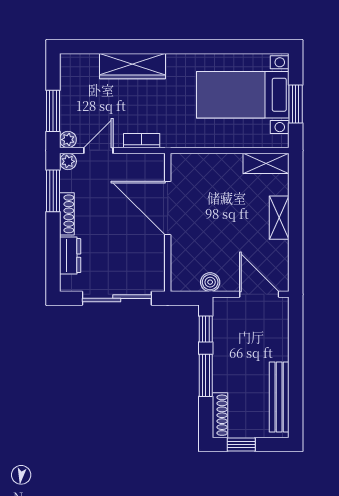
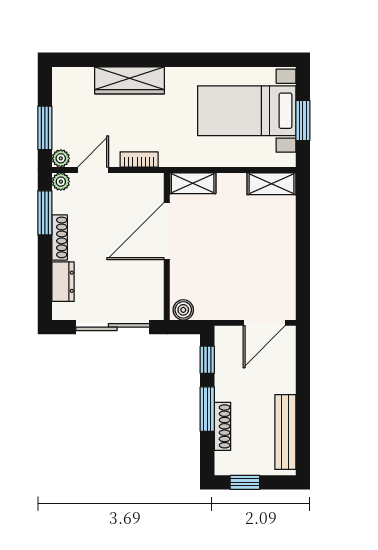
door: (168, 208) -> (167, 231), hinge flipped
shelving: (279, 218) -> (193, 183), moved, turned 90
boiler: (210, 282) -> (183, 310), moved
door: (259, 294) -> (264, 323), swing flipped
shoe rack: (220, 415) -> (222, 426), moved

